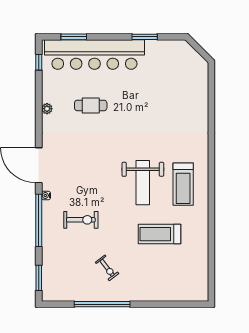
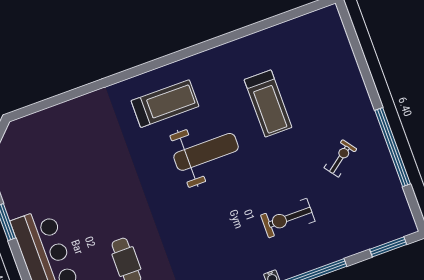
treadmill: (183, 184) -> (165, 104), moved
exercise bike: (81, 220) -> (288, 218), turned -90

